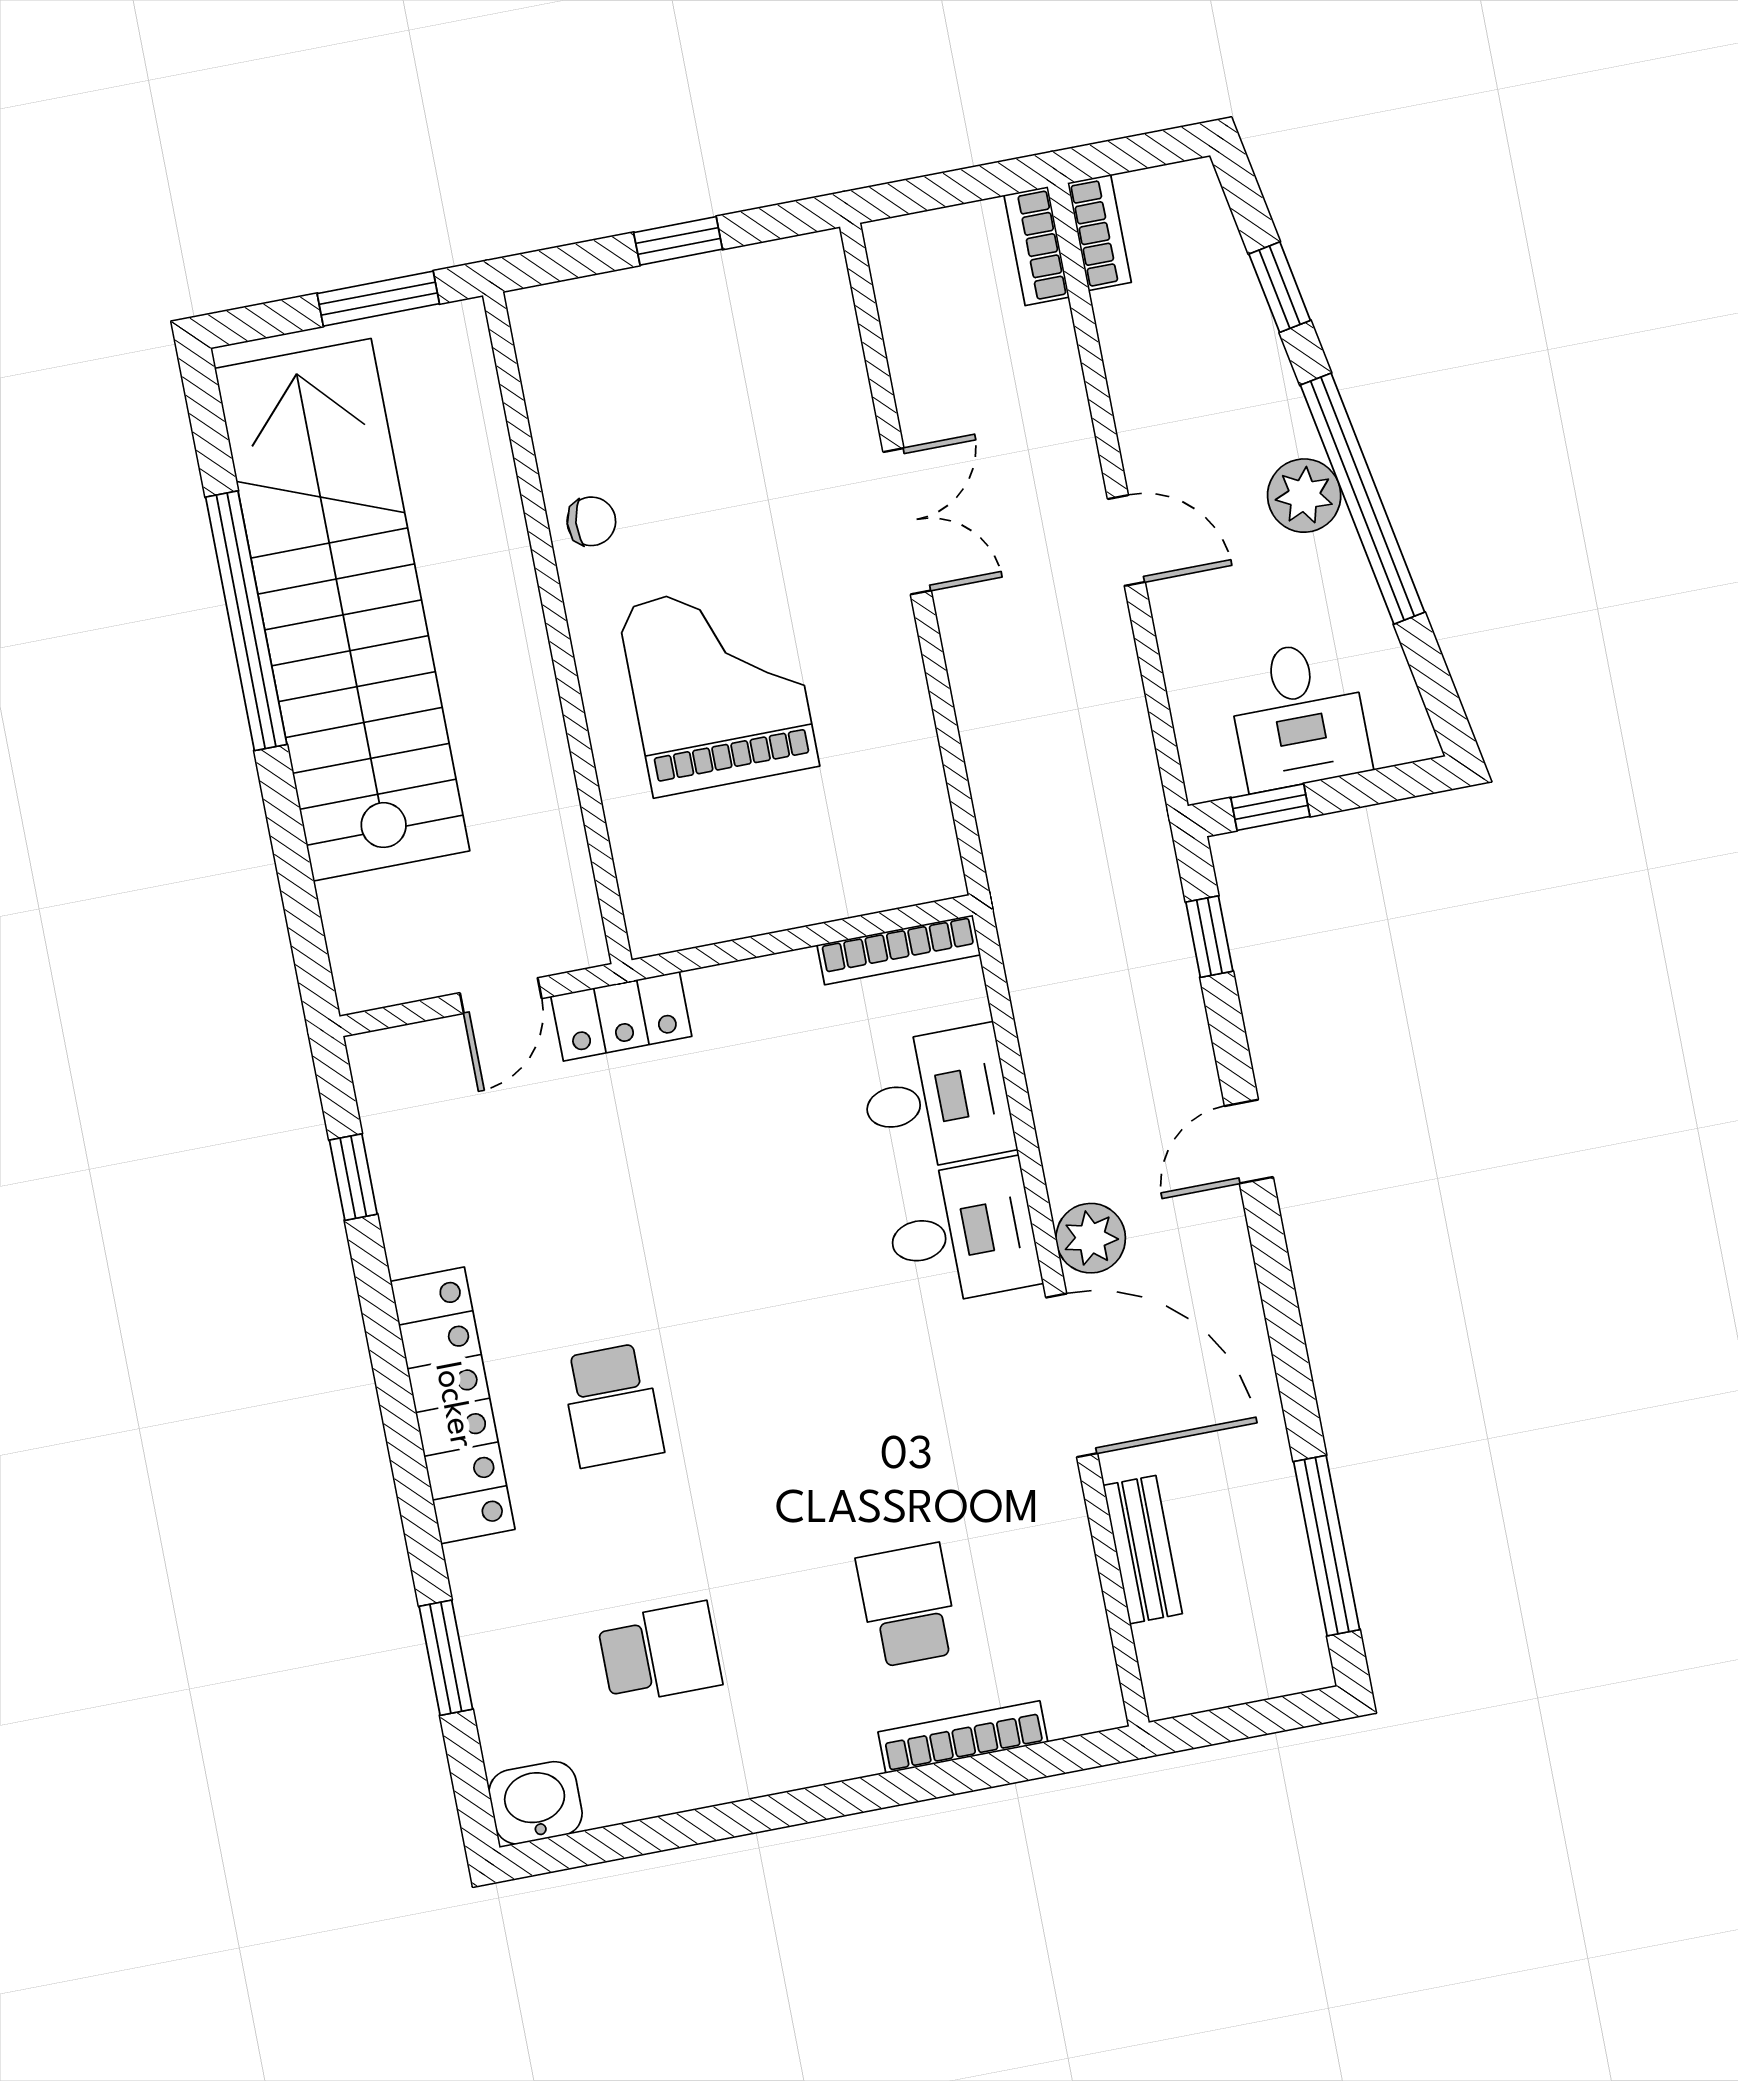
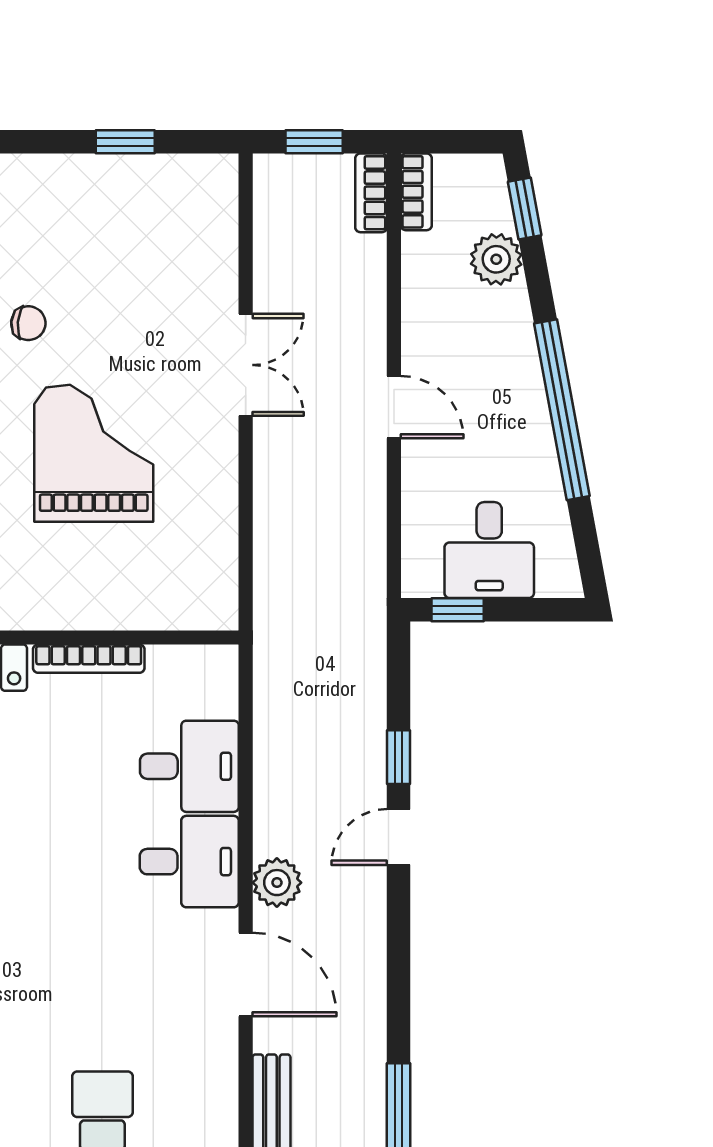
window: (943, 190) -> (314, 142), added
window: (1280, 287) -> (525, 208), moved
plant: (1304, 496) -> (496, 259), moved
window: (1209, 937) -> (399, 757), moved
bookcase: (899, 950) -> (89, 659), moved
door: (1072, 1375) -> (246, 974), width x0.73

